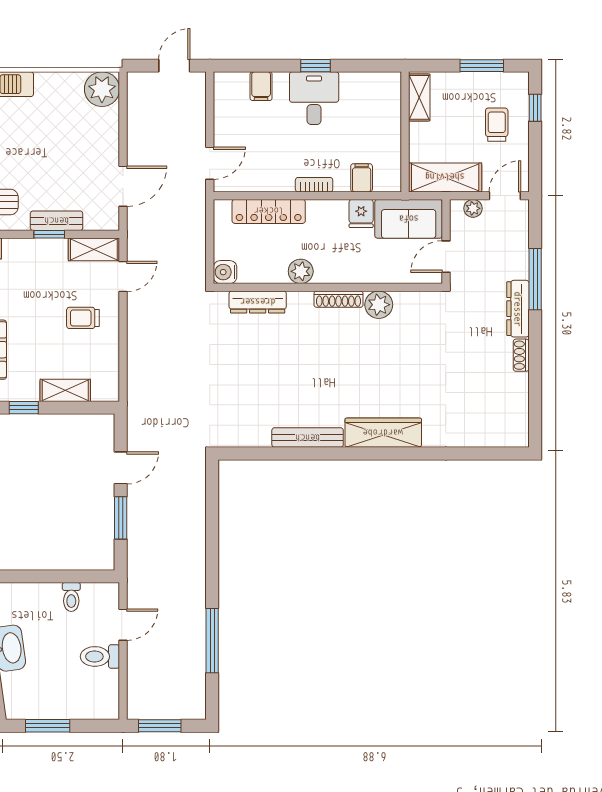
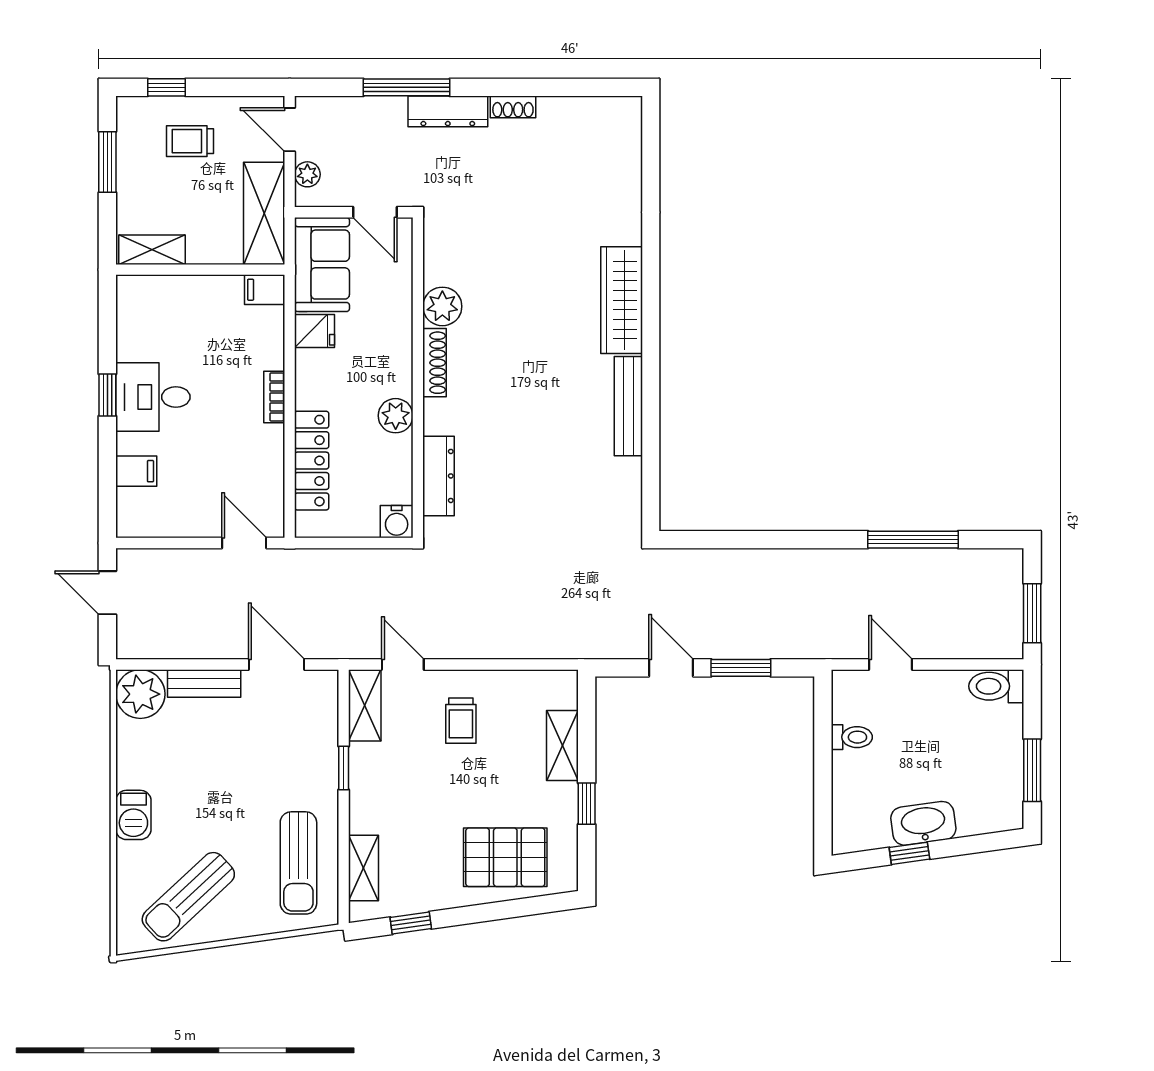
filing cabinet: (362, 178) -> (265, 290), moved
bench: (57, 221) -> (204, 683), moved, turned 90
toilet: (100, 656) -> (996, 686), moved, turned 90

